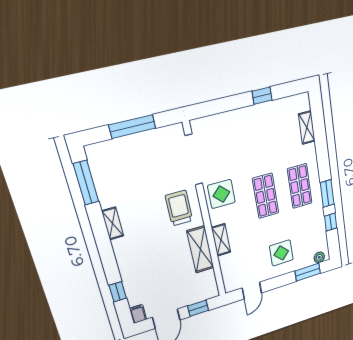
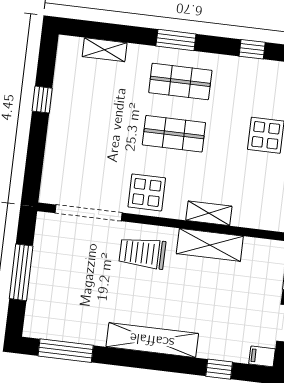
window: (327, 193) -> (176, 40), moved
shelving: (113, 223) -> (152, 340), width x2.20, depth x1.33

